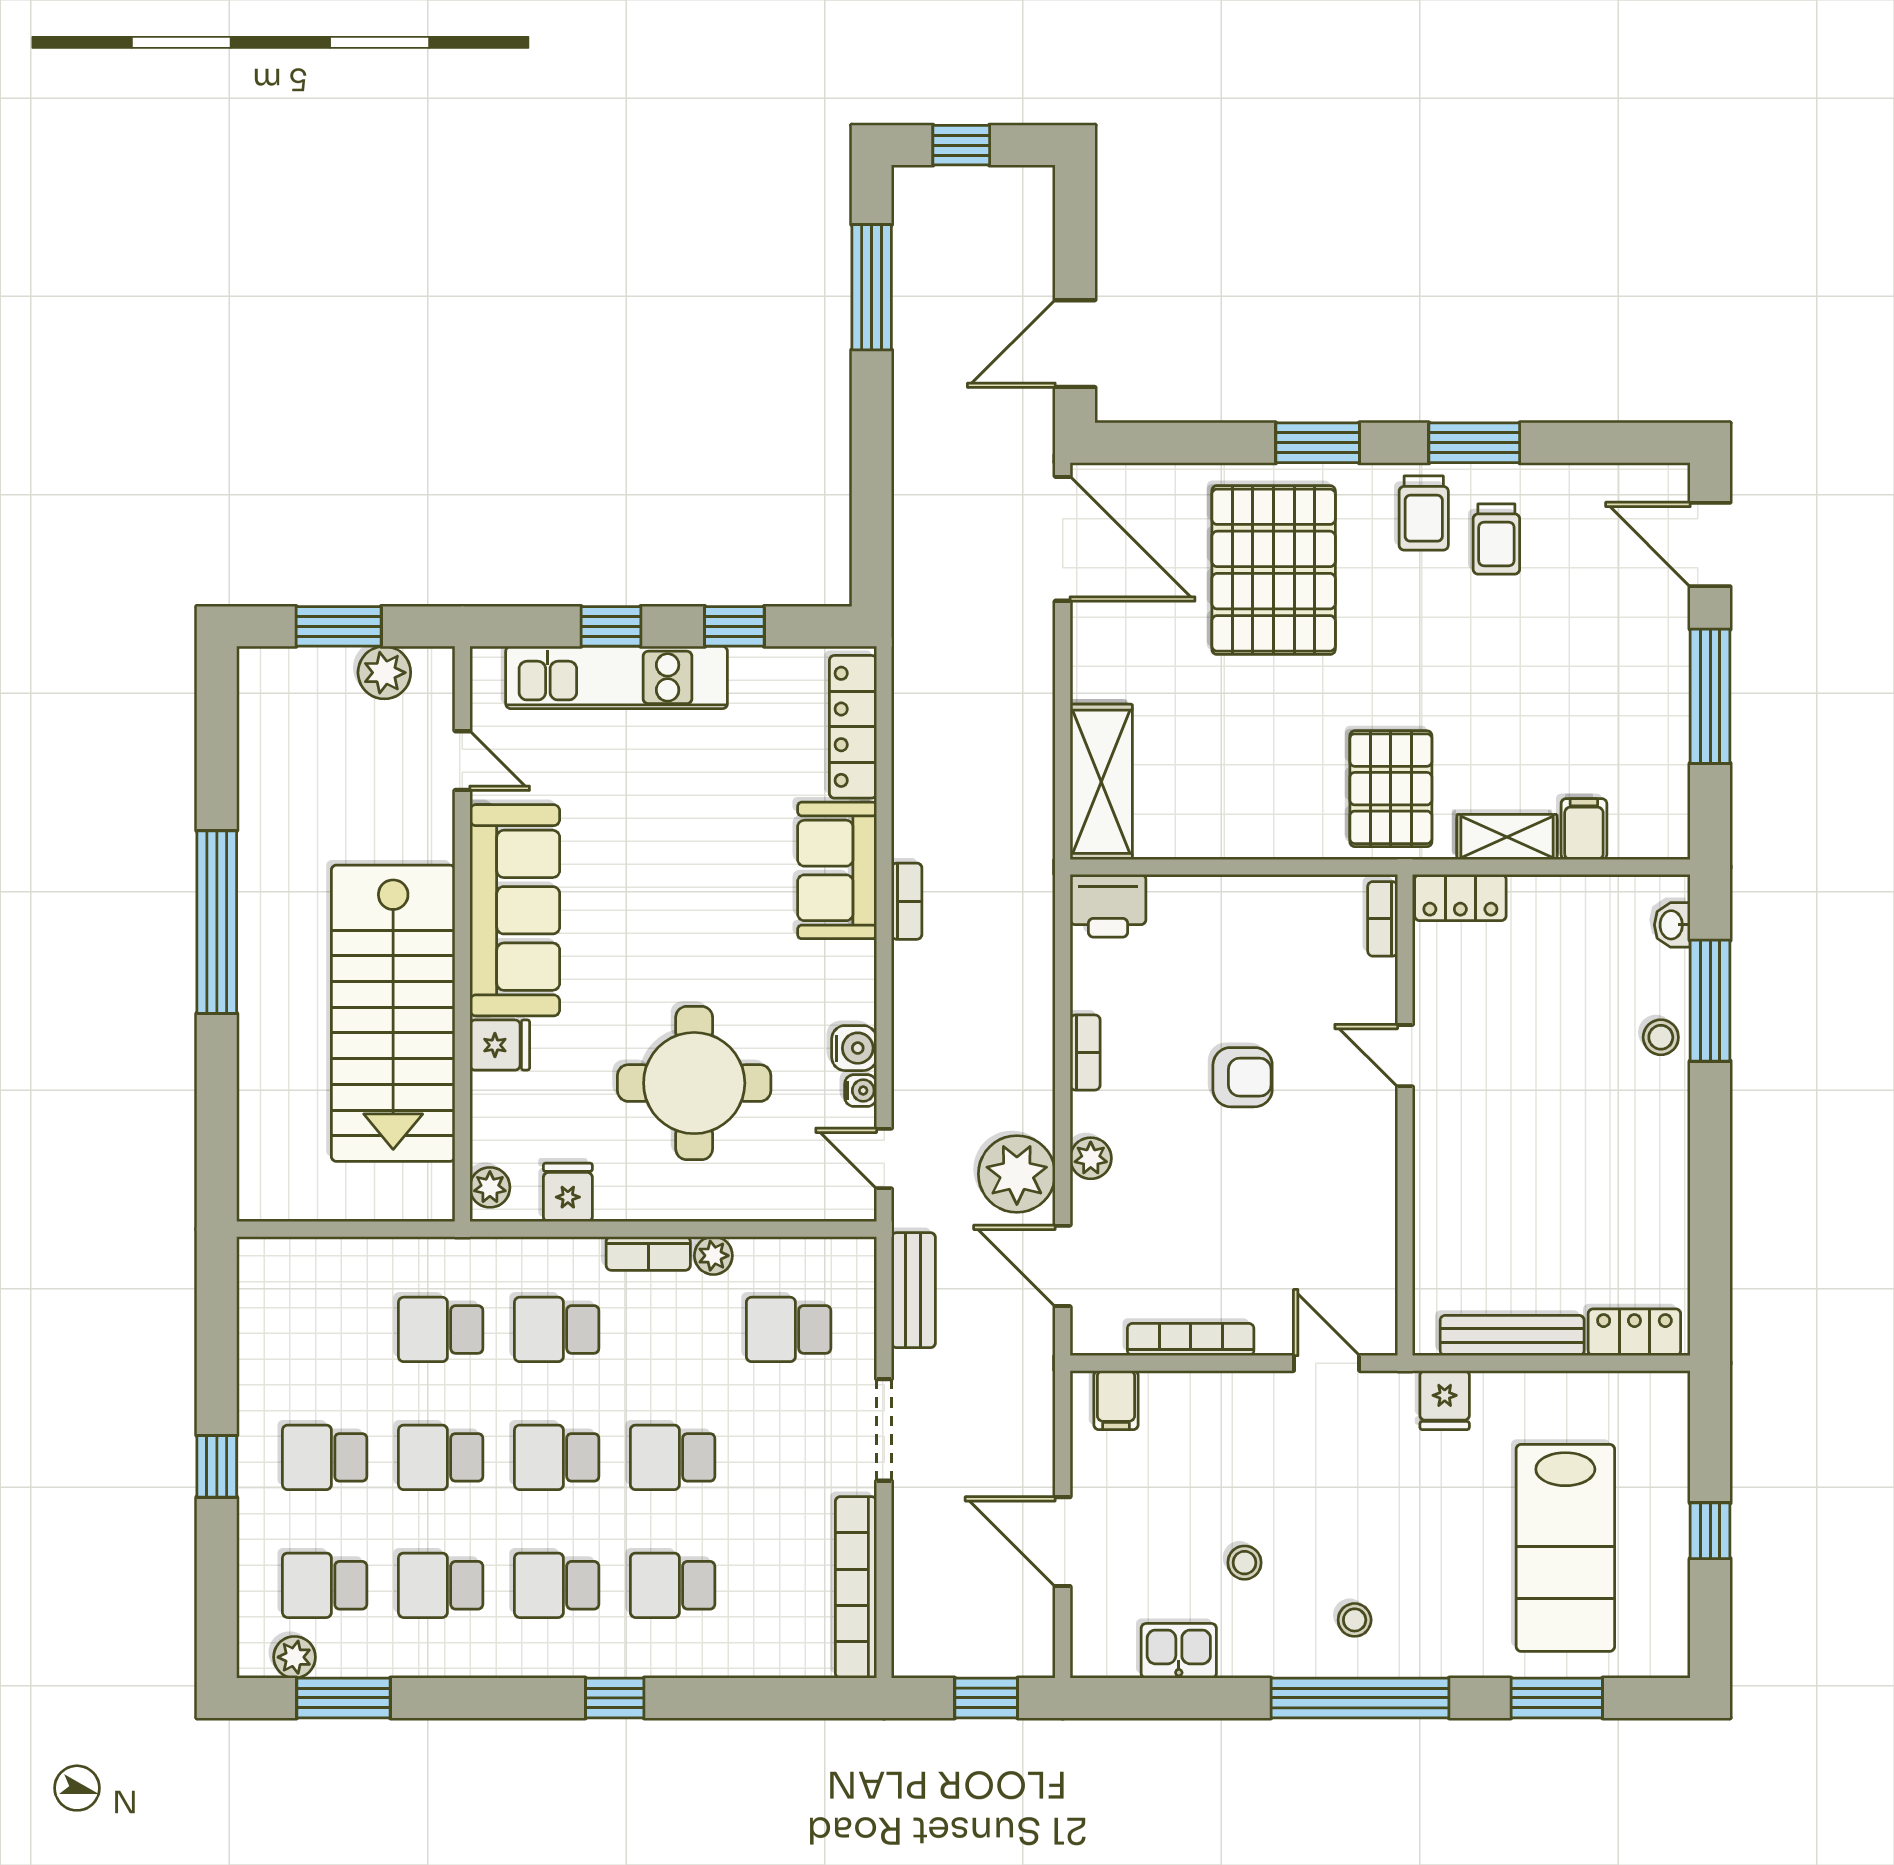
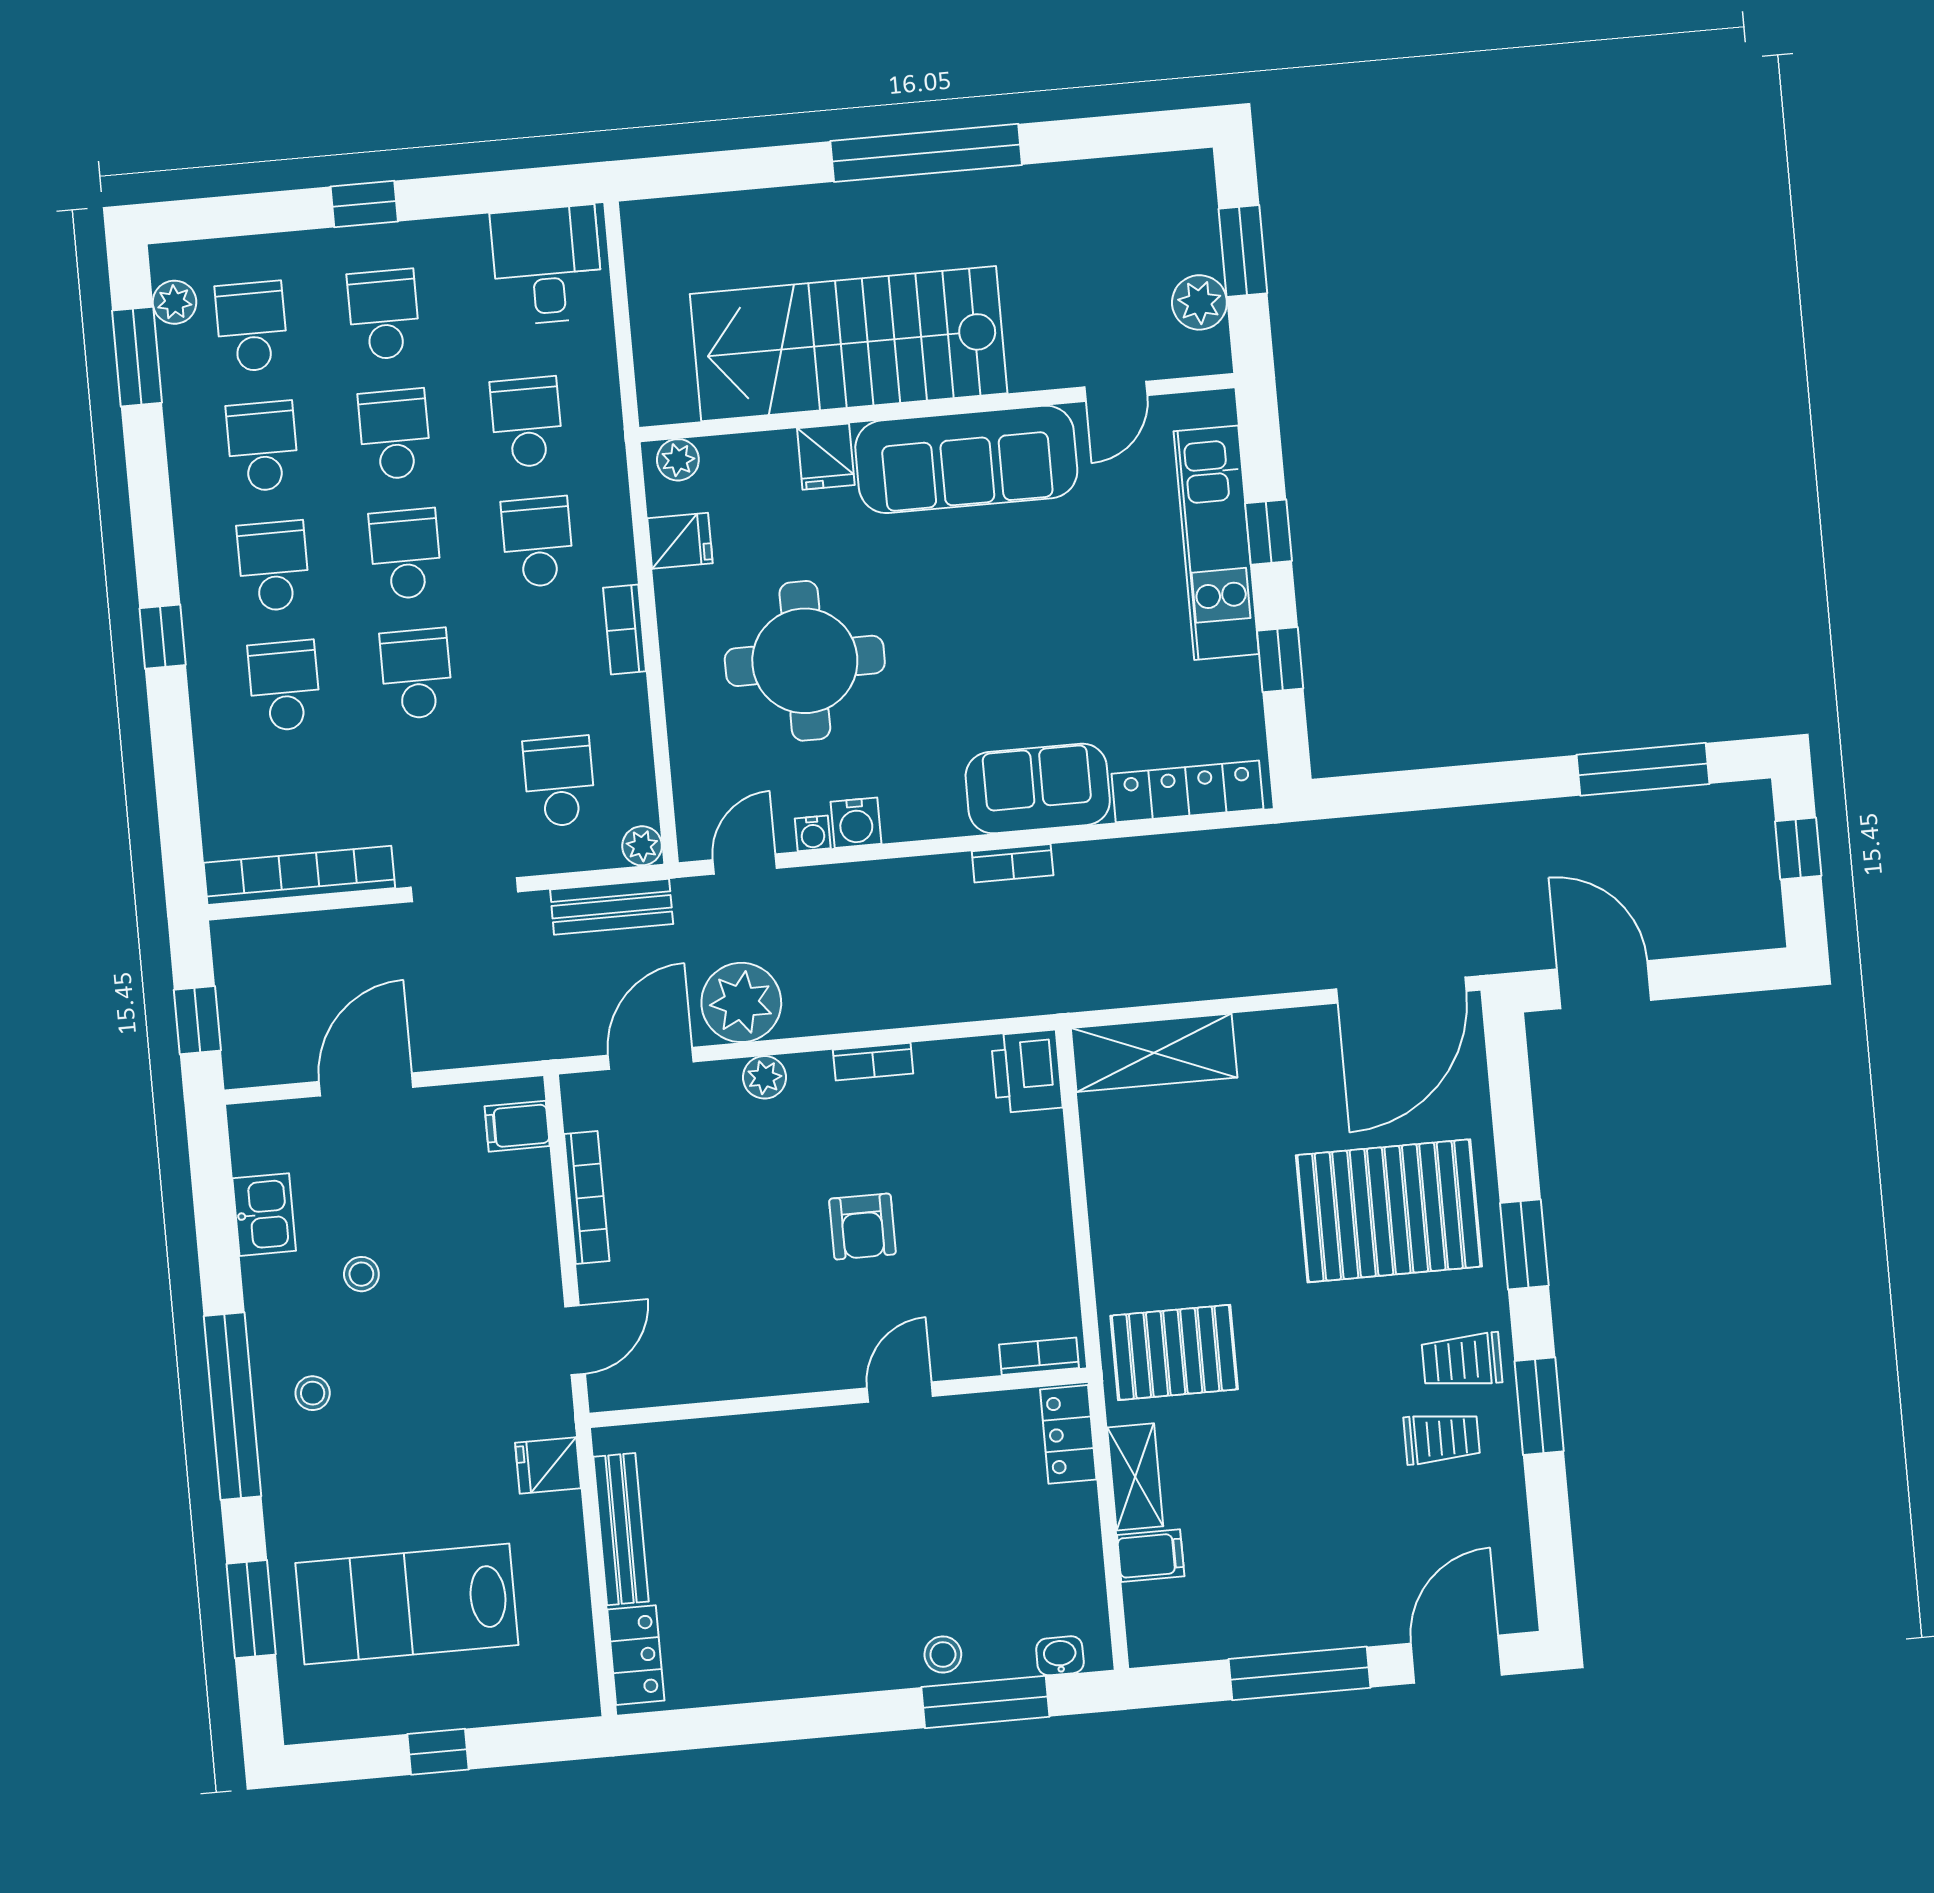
trolley: (1496, 539) -> (1442, 1438), turned 180
plant: (713, 1256) -> (642, 846), moved
desk: (291, 1296) -> (547, 265), added

